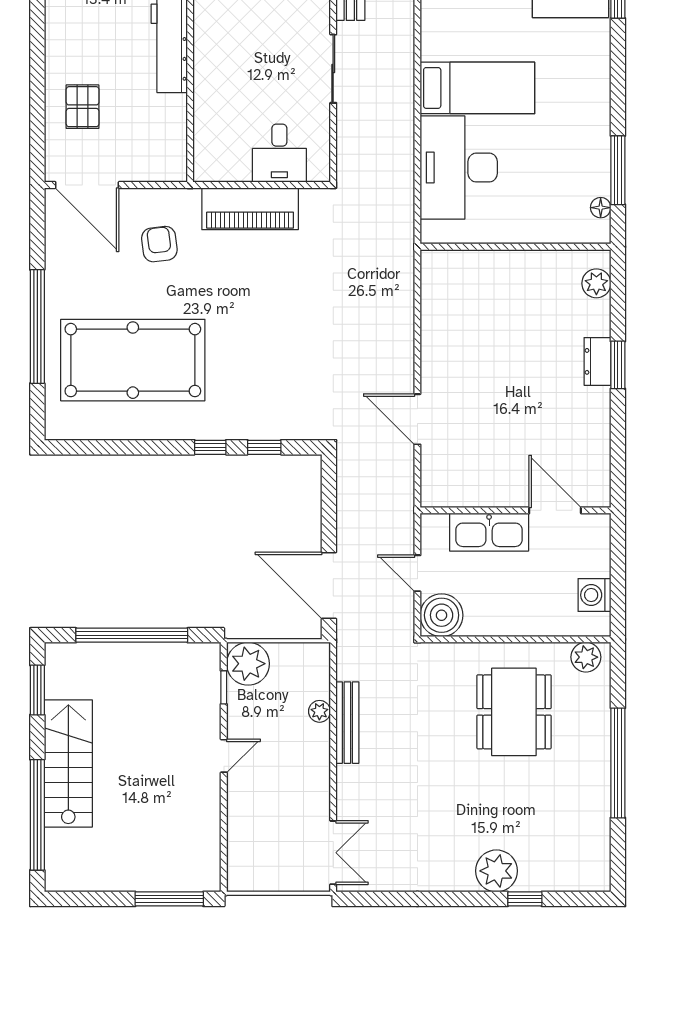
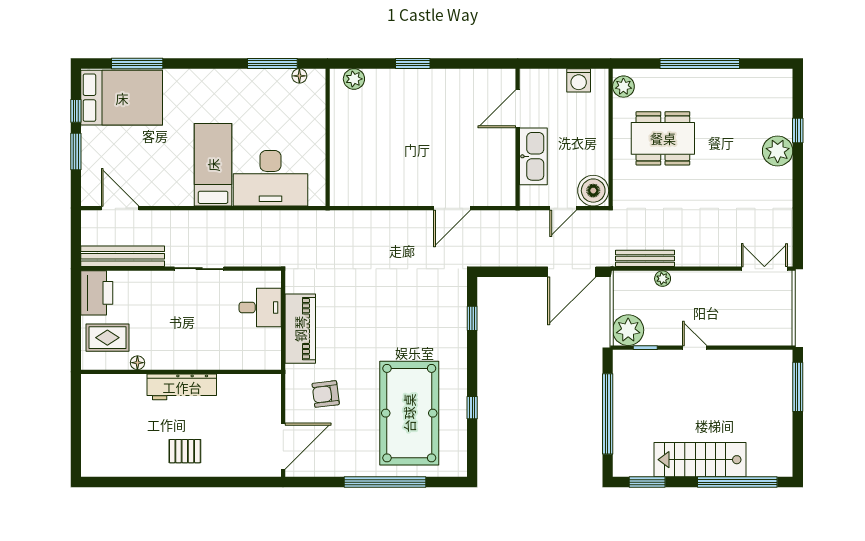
pallet: (83, 107) -> (185, 451), moved
dresser: (597, 361) -> (410, 78), removed
window: (210, 447) -> (472, 408), moved
bench: (347, 723) -> (645, 258), moved

